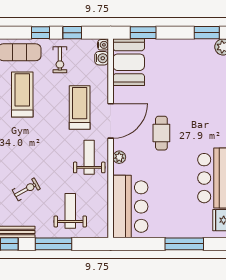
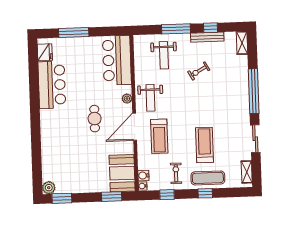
window: (41, 33) -> (205, 193), moved
treadmill: (22, 94) -> (204, 145), turned 180

